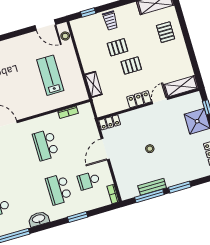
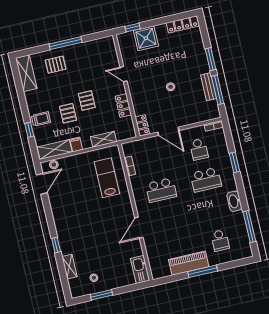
window: (88, 12) -> (29, 130), moved
window: (188, 41) -> (66, 43), added
filing cabinet: (87, 57) -> (76, 144), added
lab bench: (50, 75) -> (107, 178), moved, turned 90
shelving: (181, 86) -> (55, 150), moved, turned 90
locker: (139, 99) -> (123, 106), moved

